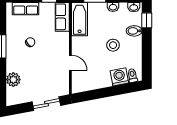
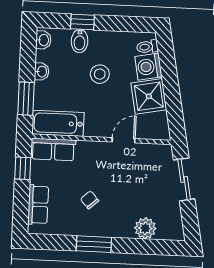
window: (147, 20) -> (82, 22), moved
shower: (100, 78) -> (149, 96), added

